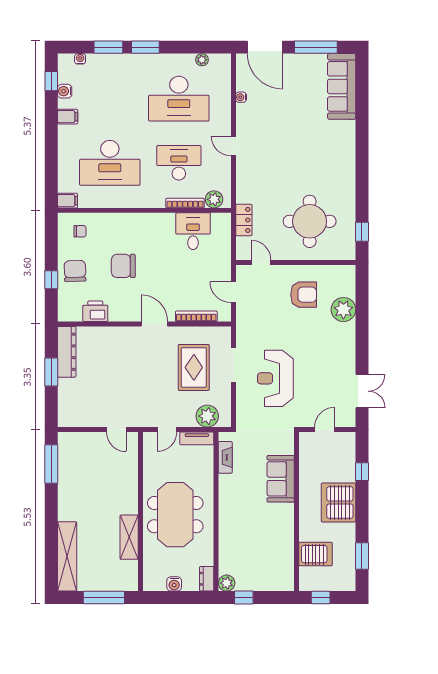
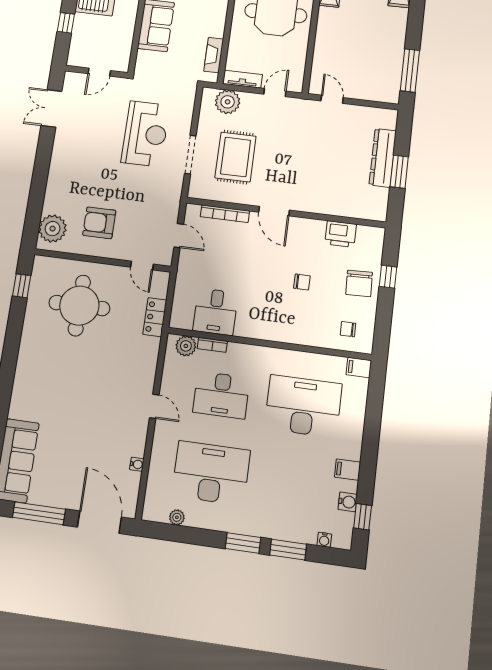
bookcase: (185, 203) -> (212, 345), width x0.64
chair: (123, 266) -> (302, 282), width x0.54, depth x0.54
plant: (343, 310) -> (53, 229), moved
dresser: (67, 352) -> (383, 158), moved

